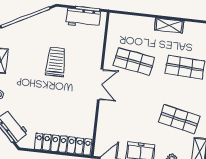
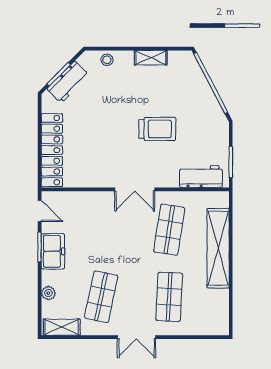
workbench: (83, 18) -> (201, 177), moved, turned 90
shelving: (169, 26) -> (218, 248), width x2.20, depth x1.33

